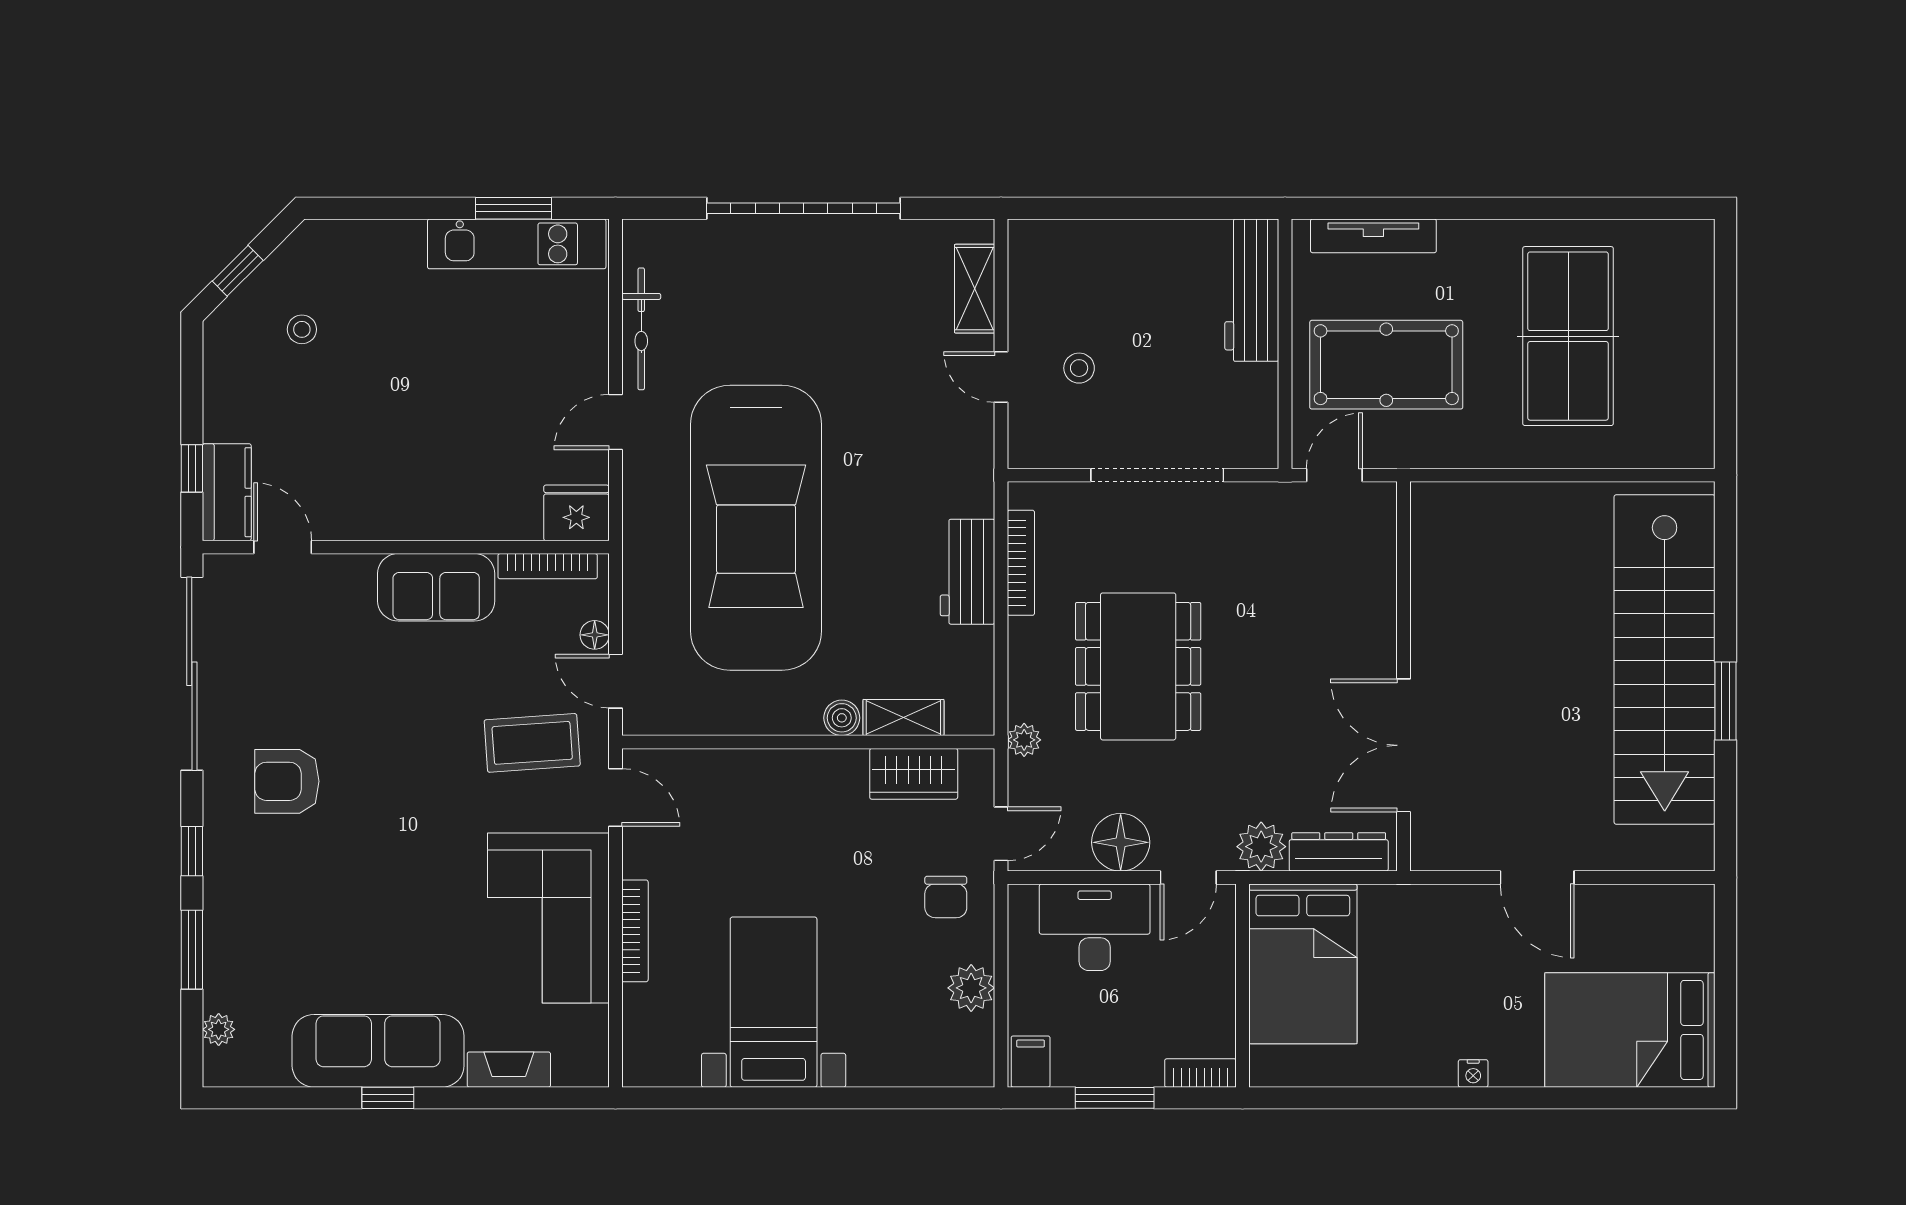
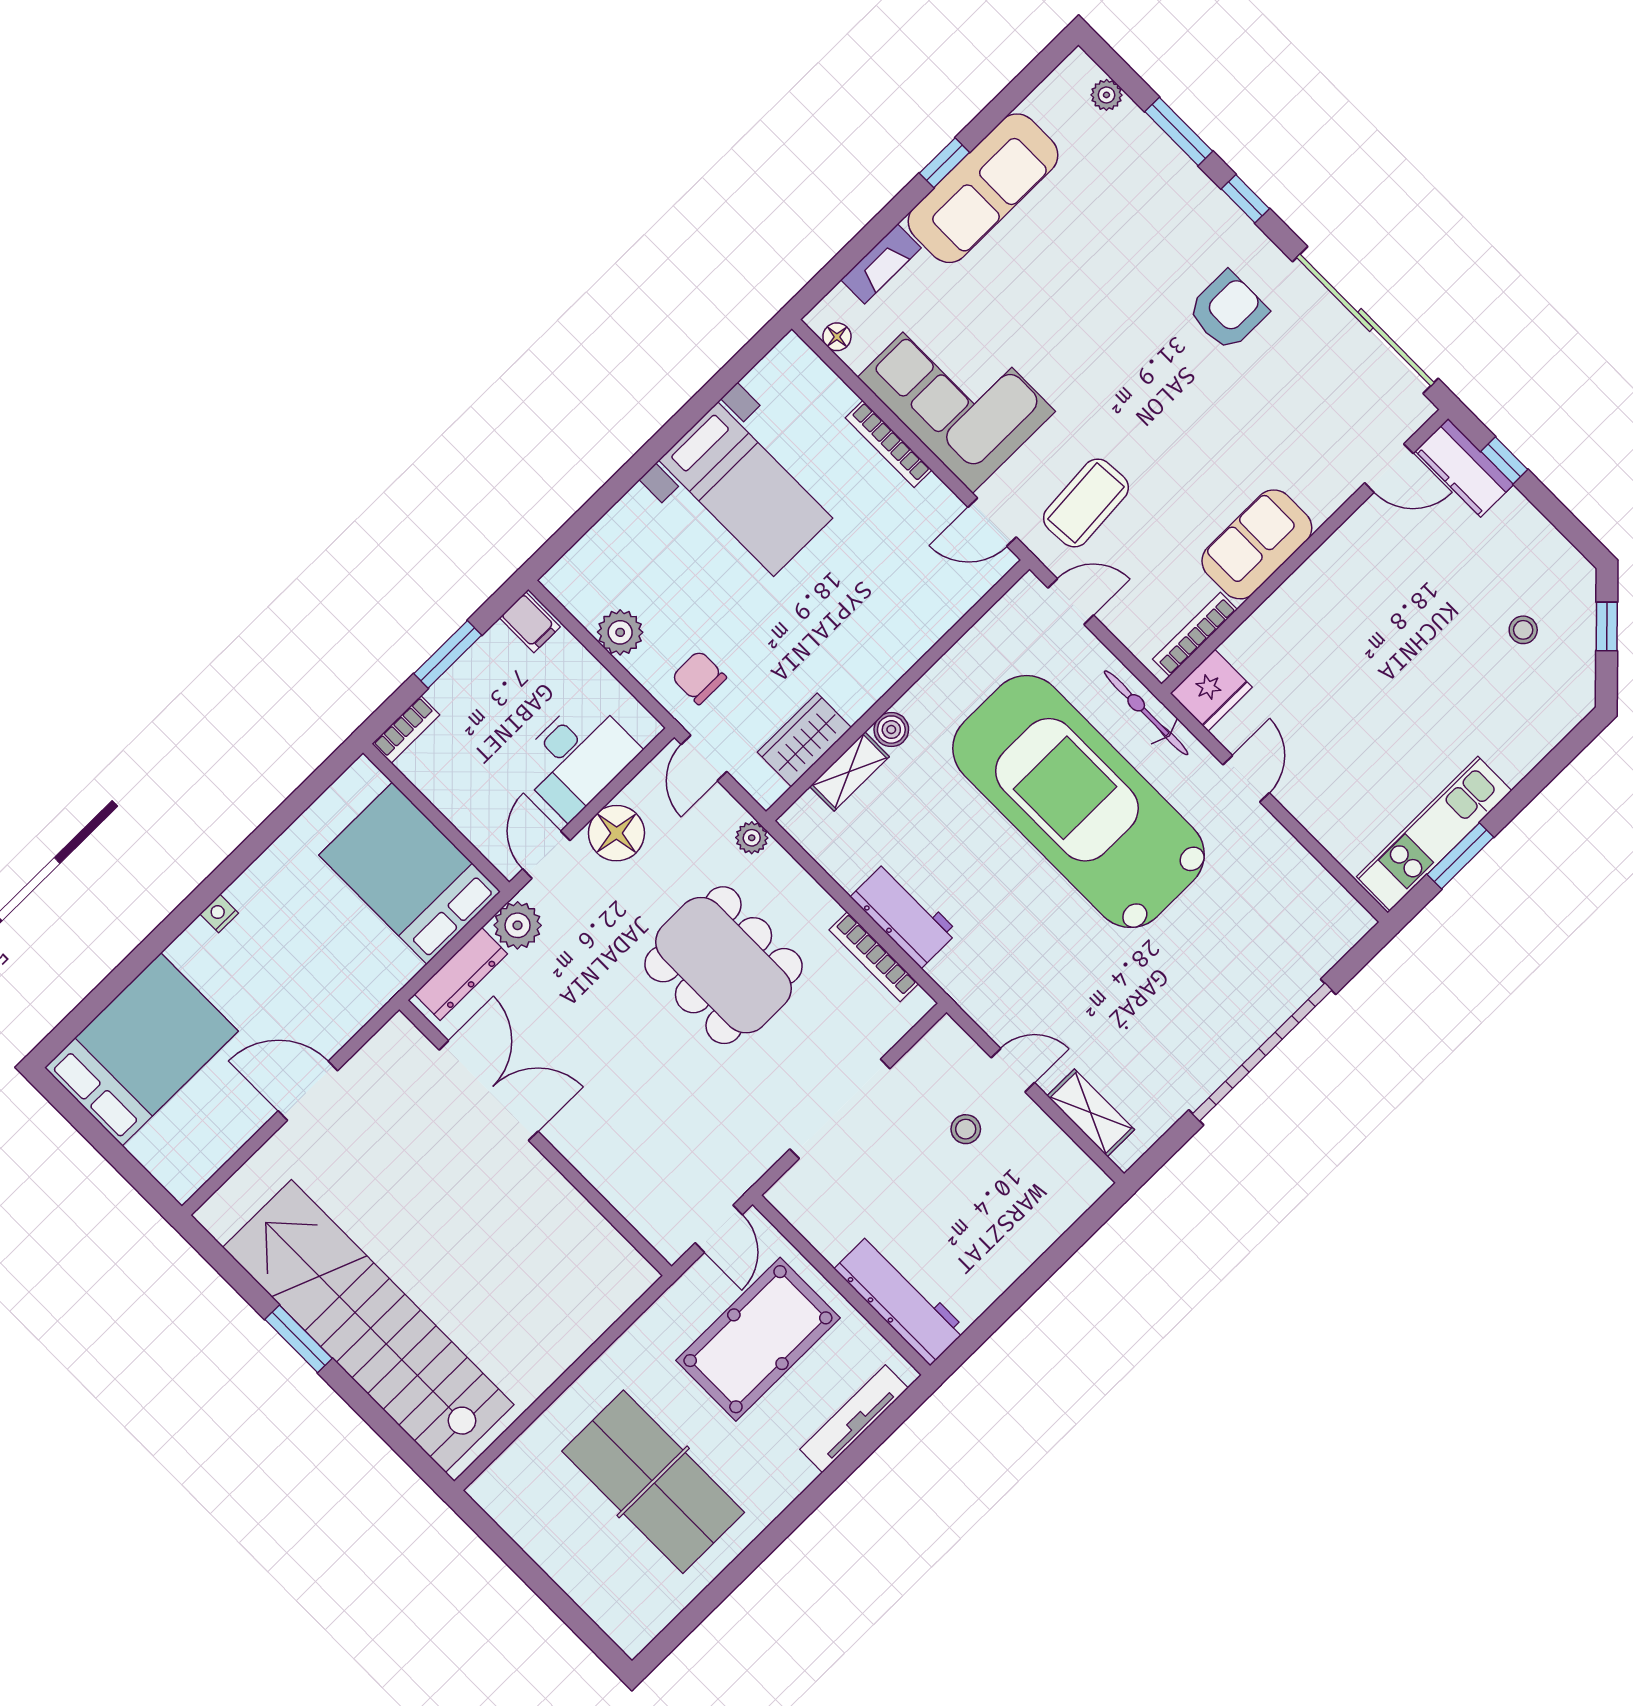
bicycle: (641, 329) -> (1146, 713), moved
floor lamp: (595, 635) -> (837, 337), moved

